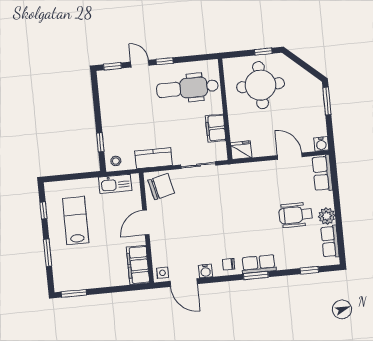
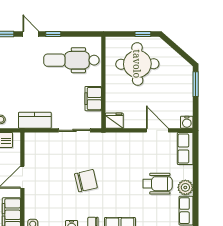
chair: (161, 187) -> (86, 181), moved
wheelchair: (296, 215) -> (157, 184), turned 180

